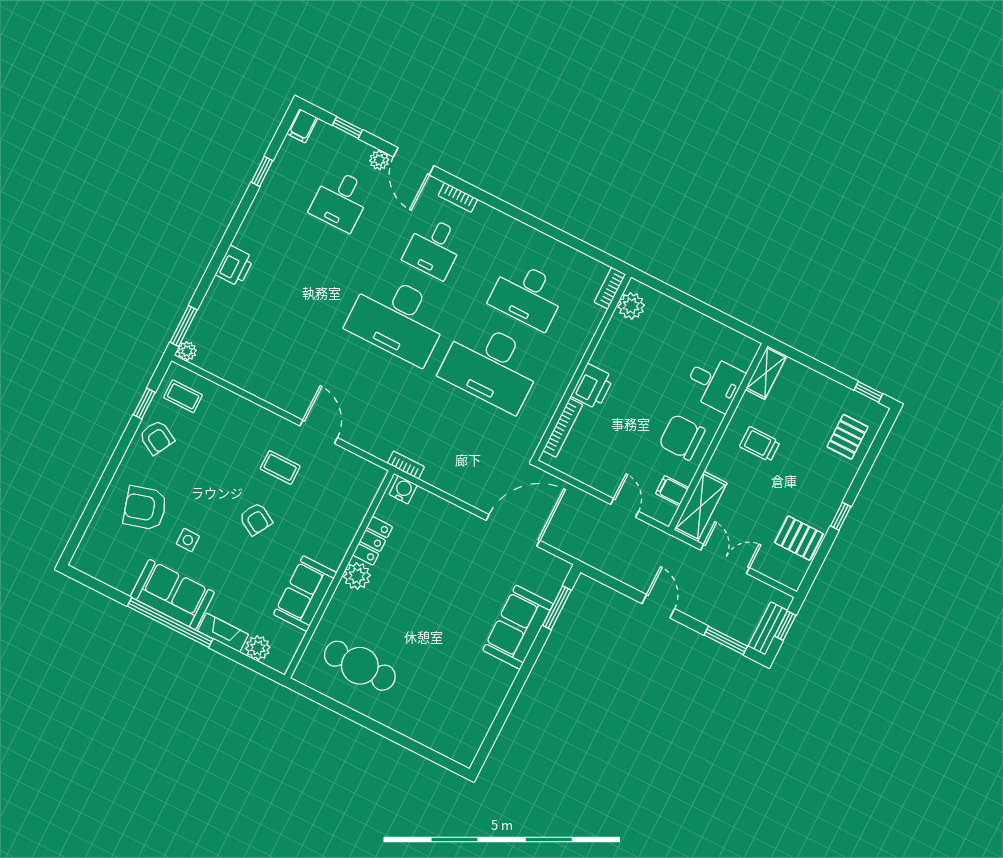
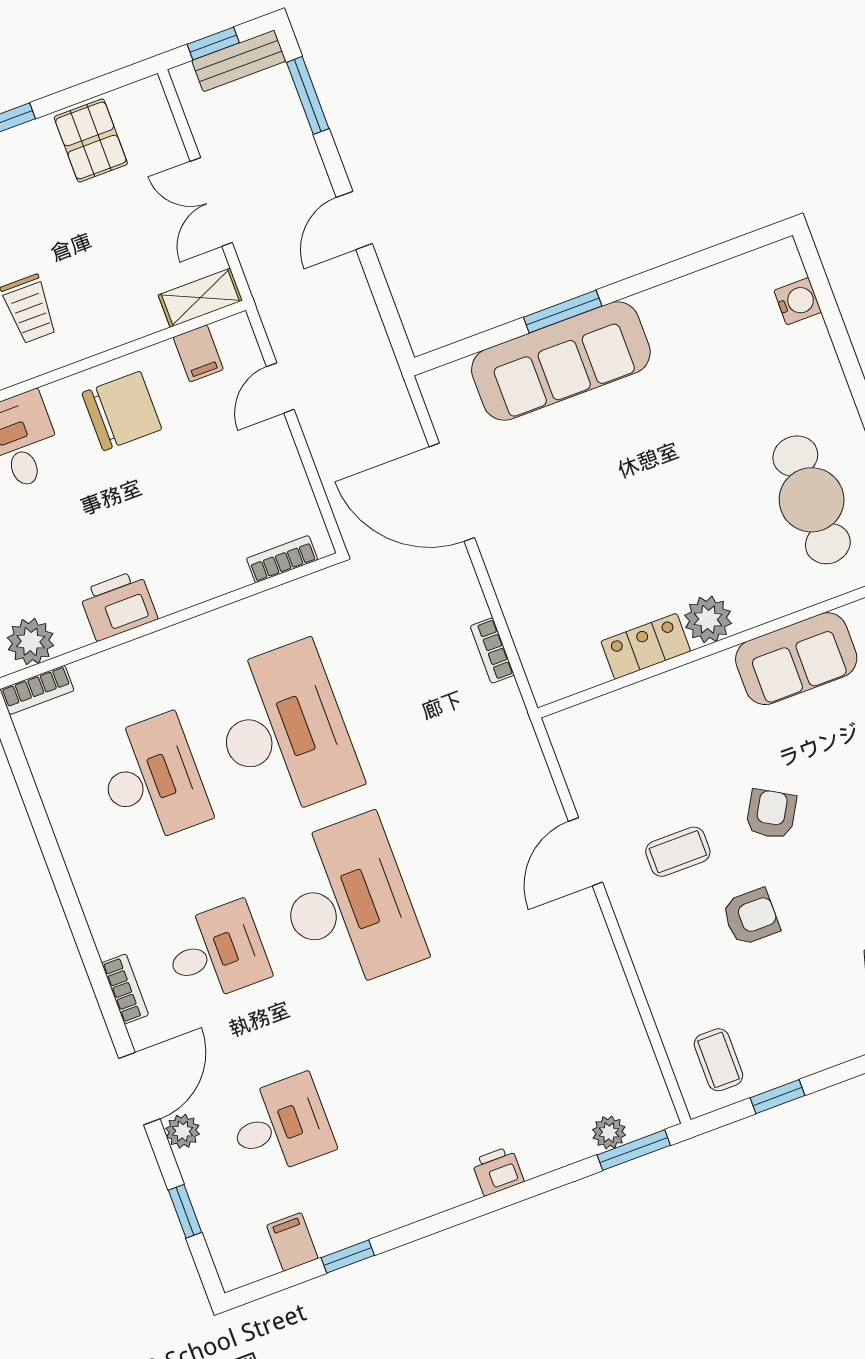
filing cabinet: (302, 126) -> (292, 1242), moved, turned -90
printer: (235, 266) -> (498, 1171), width x0.73, depth x0.81
plant: (187, 351) -> (609, 1132), moved
printer: (592, 386) -> (118, 605), moved
bookcase: (563, 428) -> (282, 559), width x0.64
armchair: (157, 437) -> (751, 917), moved, turned 61
chair: (682, 437) -> (122, 411), turned -90
bookcase: (406, 465) -> (492, 651), moved
coffee table: (280, 467) -> (678, 852), turned 90
water cooler: (403, 490) -> (798, 301), moved, turned 180
shelving: (701, 506) -> (200, 298), width x0.67, depth x0.75
window: (557, 608) -> (563, 312), moved
sofa: (518, 627) -> (561, 361), width x1.36

